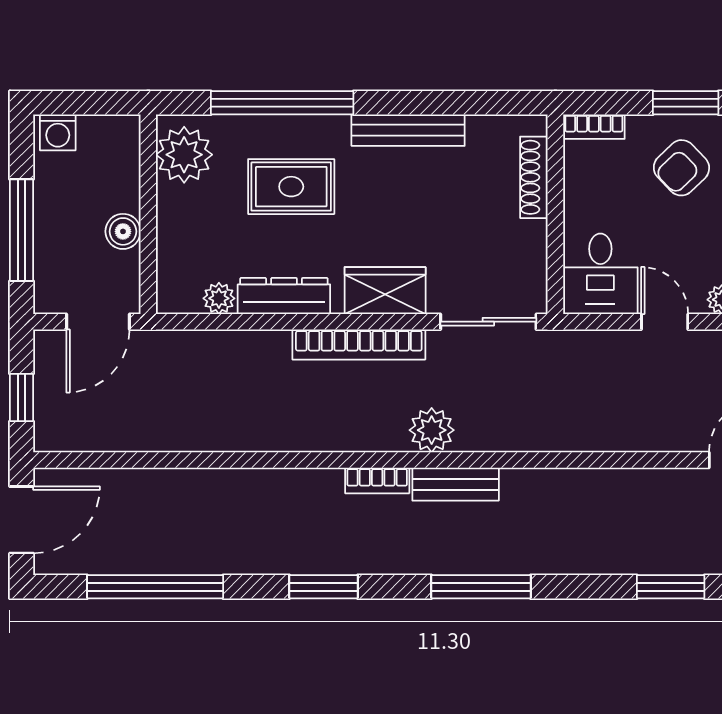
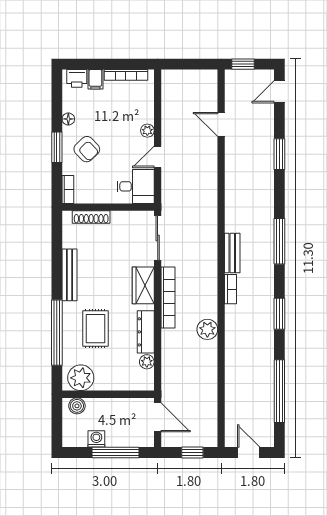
washing machine: (58, 132) -> (96, 439), moved, turned -90
boiler: (123, 231) -> (77, 406), moved
plant: (432, 430) -> (207, 329), moved
door: (21, 520) -> (249, 453), width x0.73

